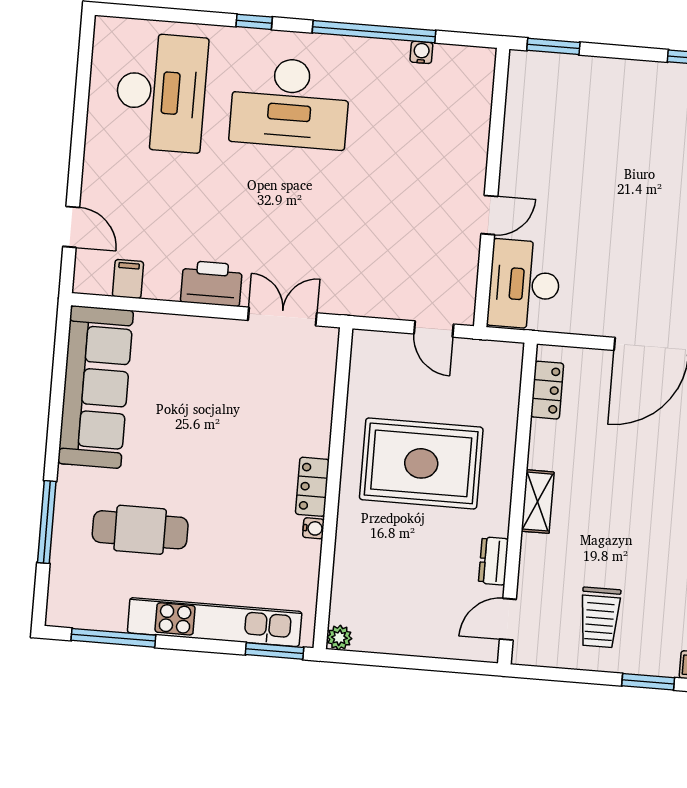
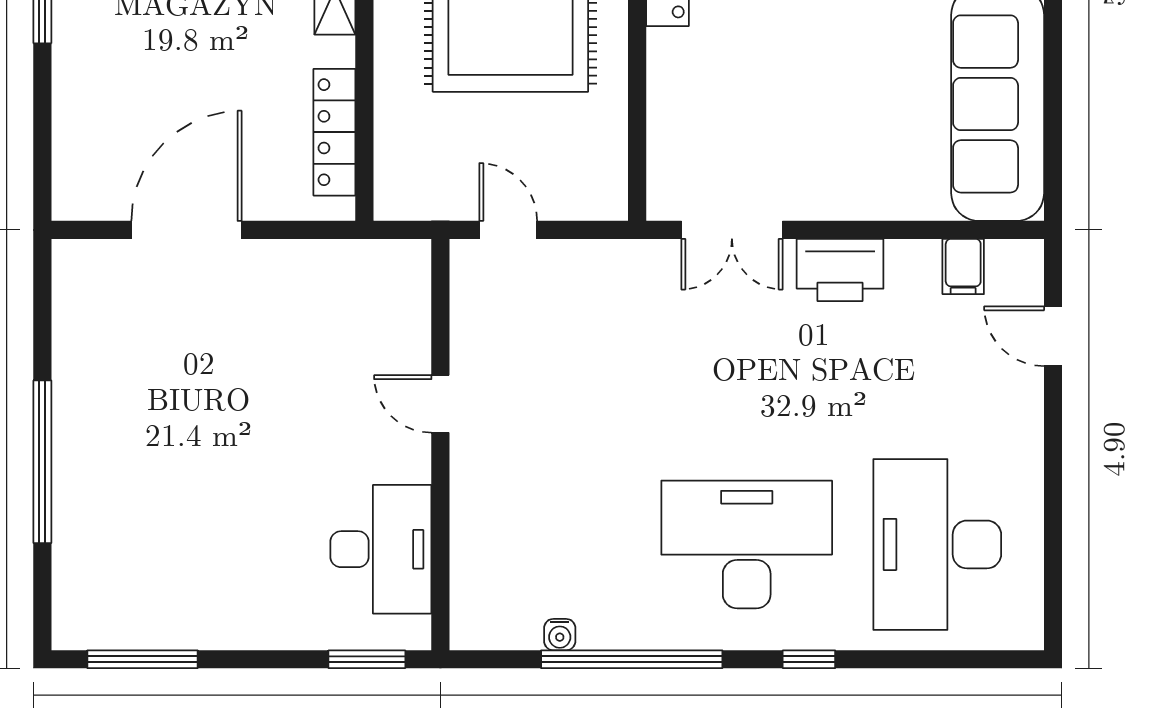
door: (489, 215) -> (440, 404), hinge flipped
desk: (524, 284) -> (381, 549), moved
locker: (547, 390) -> (334, 132), width x1.53

